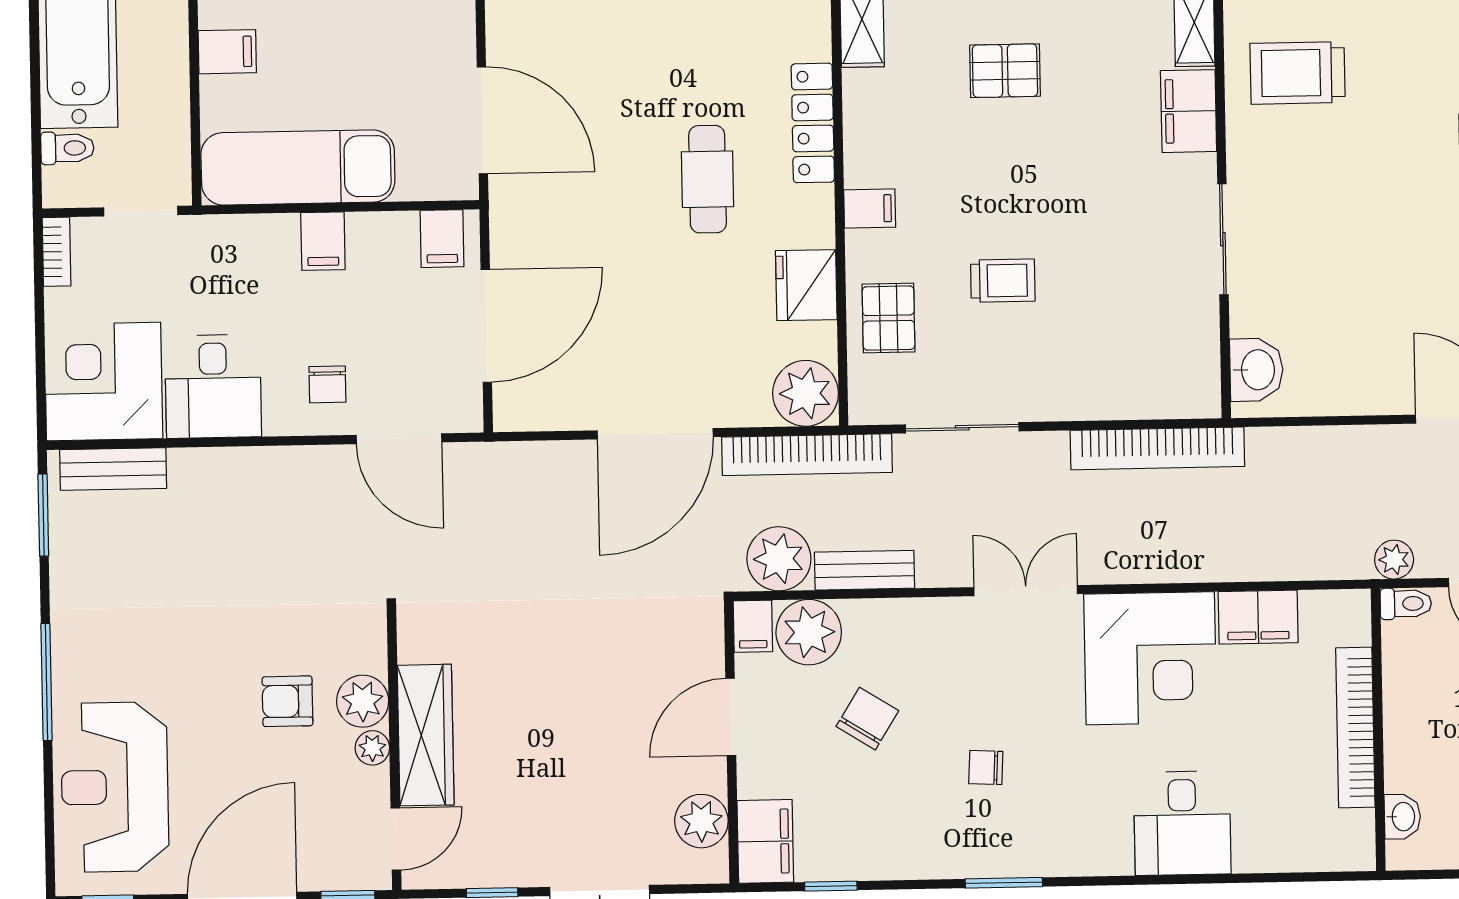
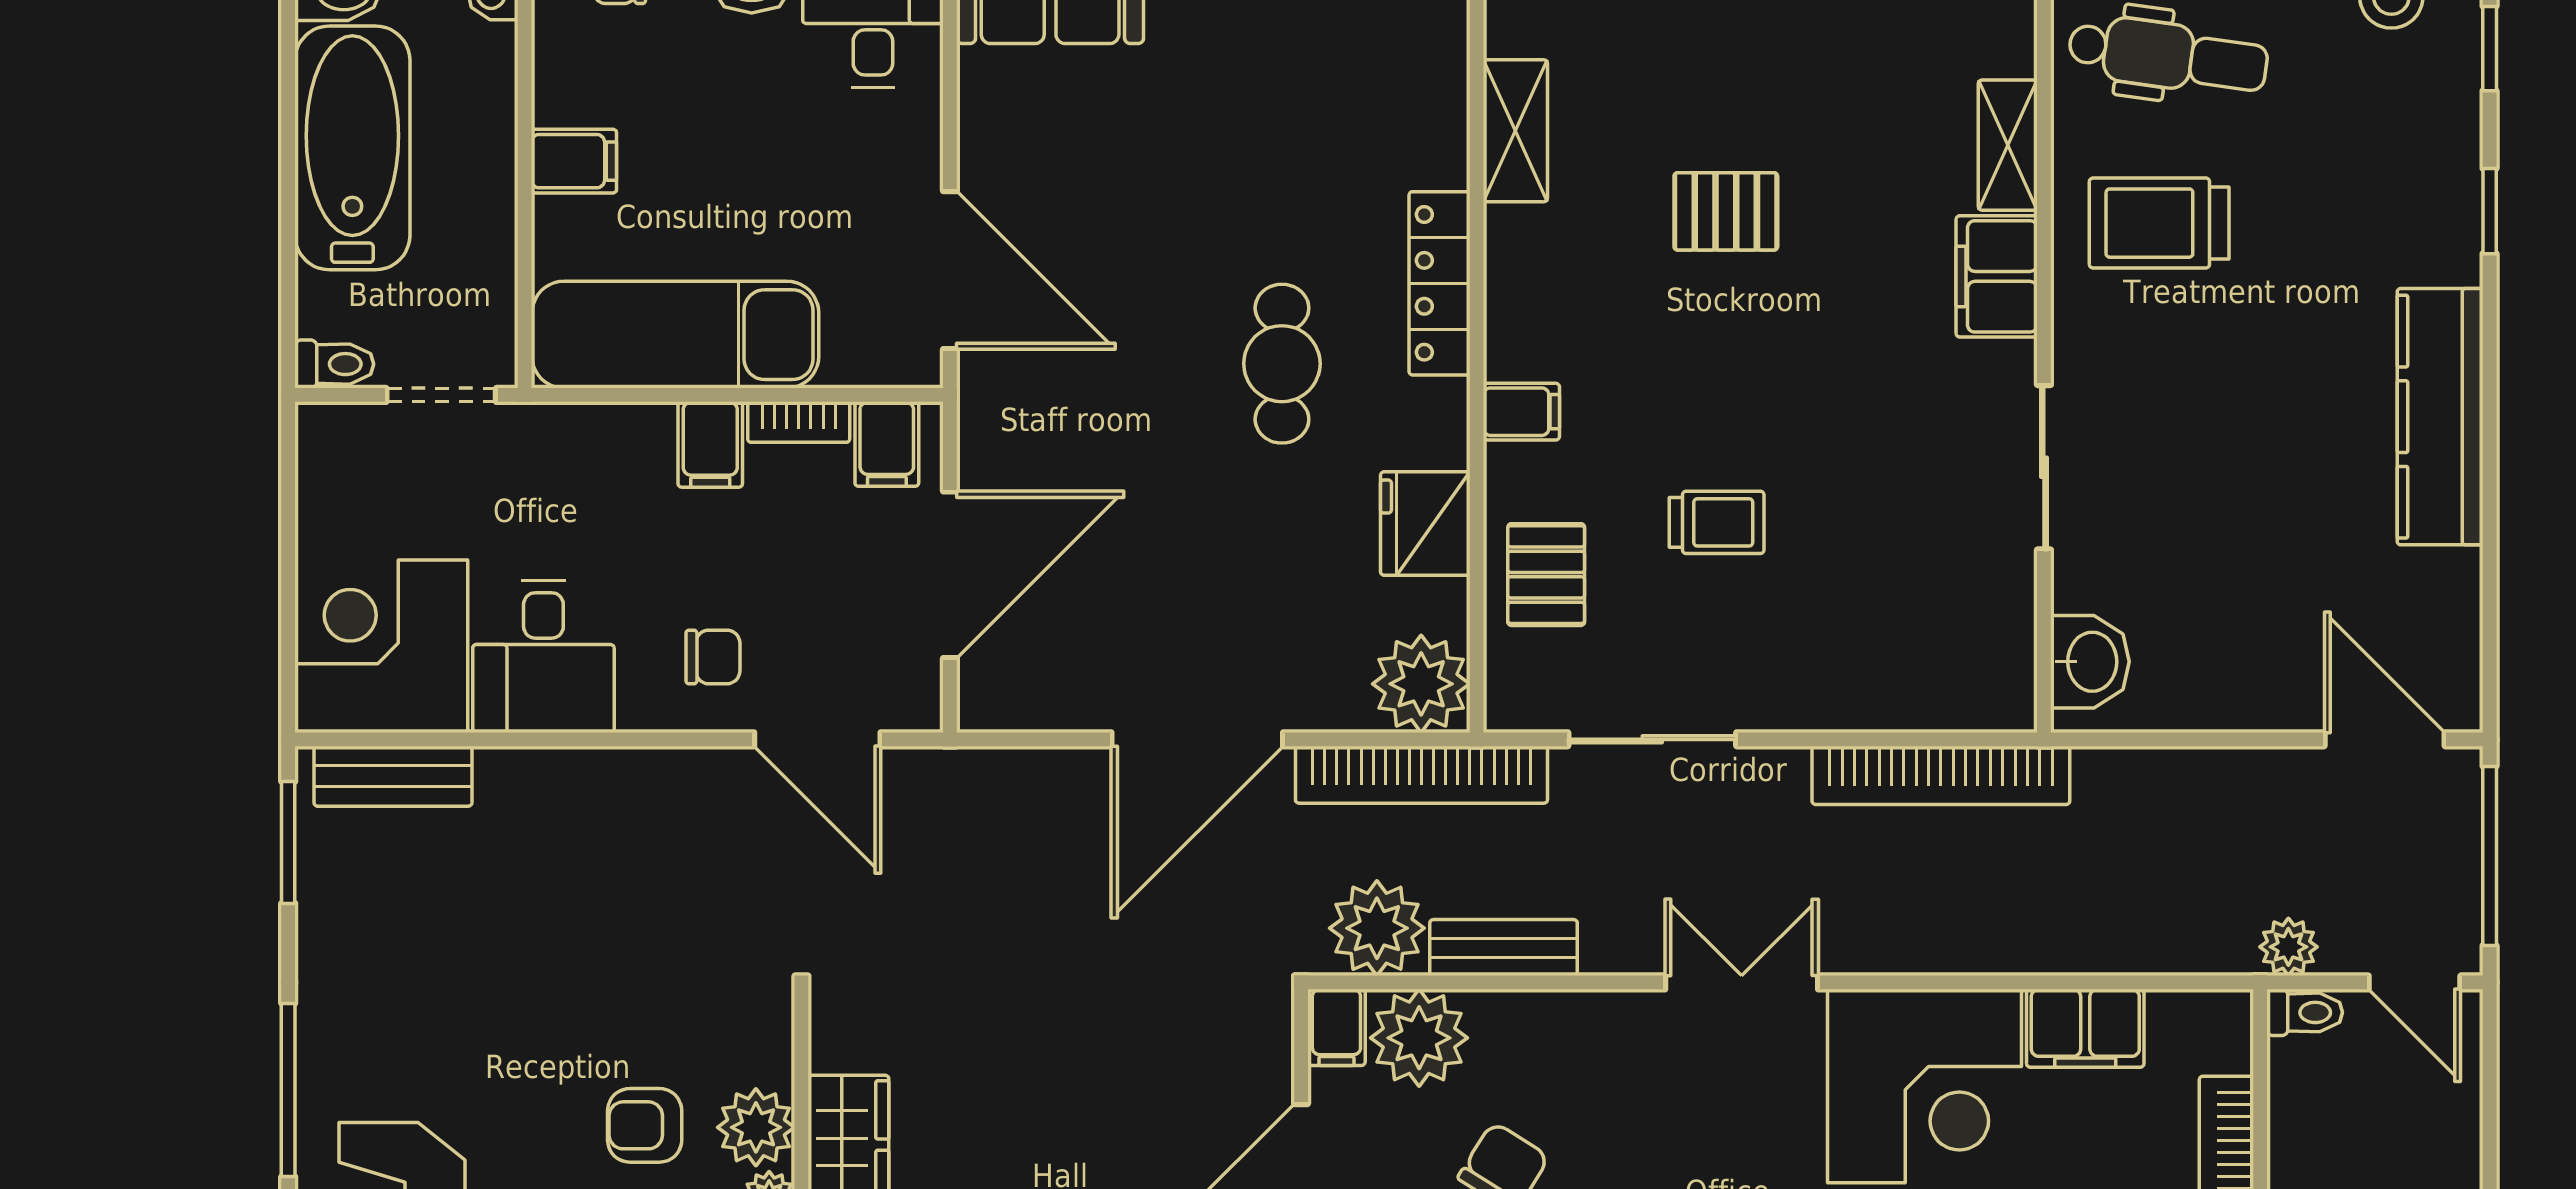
toilet: (67, 148) -> (334, 364), moved
bookcase: (57, 252) -> (799, 422), moved, turned 90
chair: (327, 384) -> (713, 657), turned -90

